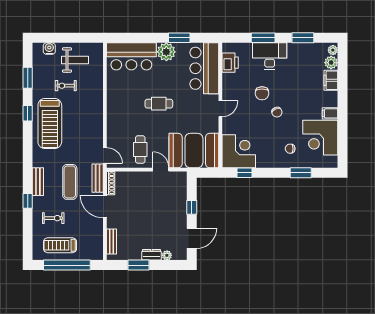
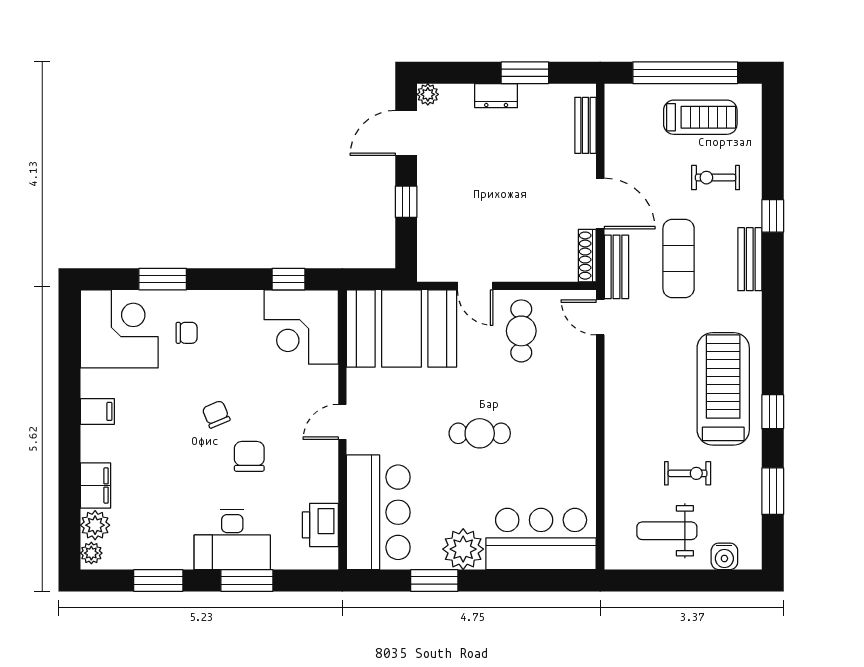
corner desk: (320, 138) -> (119, 329), moved
plant: (167, 255) -> (428, 94), moved

